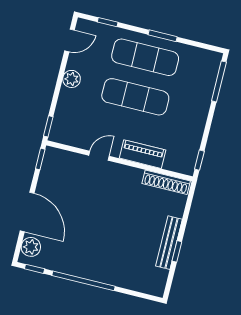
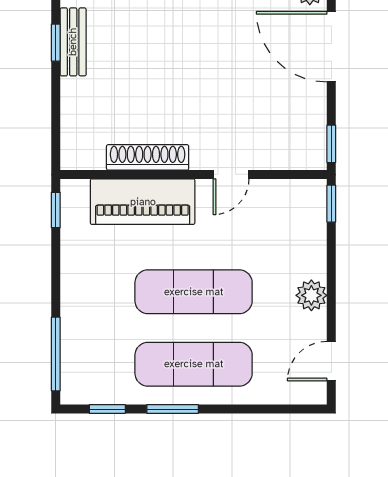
window: (108, 22) -> (107, 409), moved
piano: (143, 154) -> (143, 202), width x1.37, depth x1.33
shoe rack: (166, 182) -> (148, 157), moved
bench: (169, 243) -> (73, 42), width x0.73

